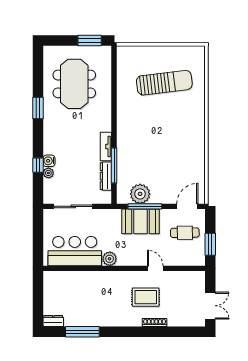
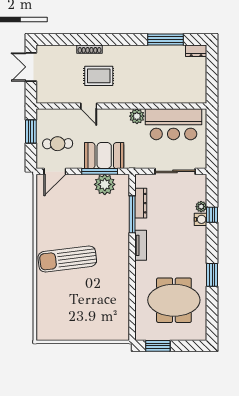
sun lounger: (164, 83) -> (67, 259), moved
meeting table: (74, 84) -> (174, 300), turned 90
tv unit: (106, 147) -> (141, 245), moved

